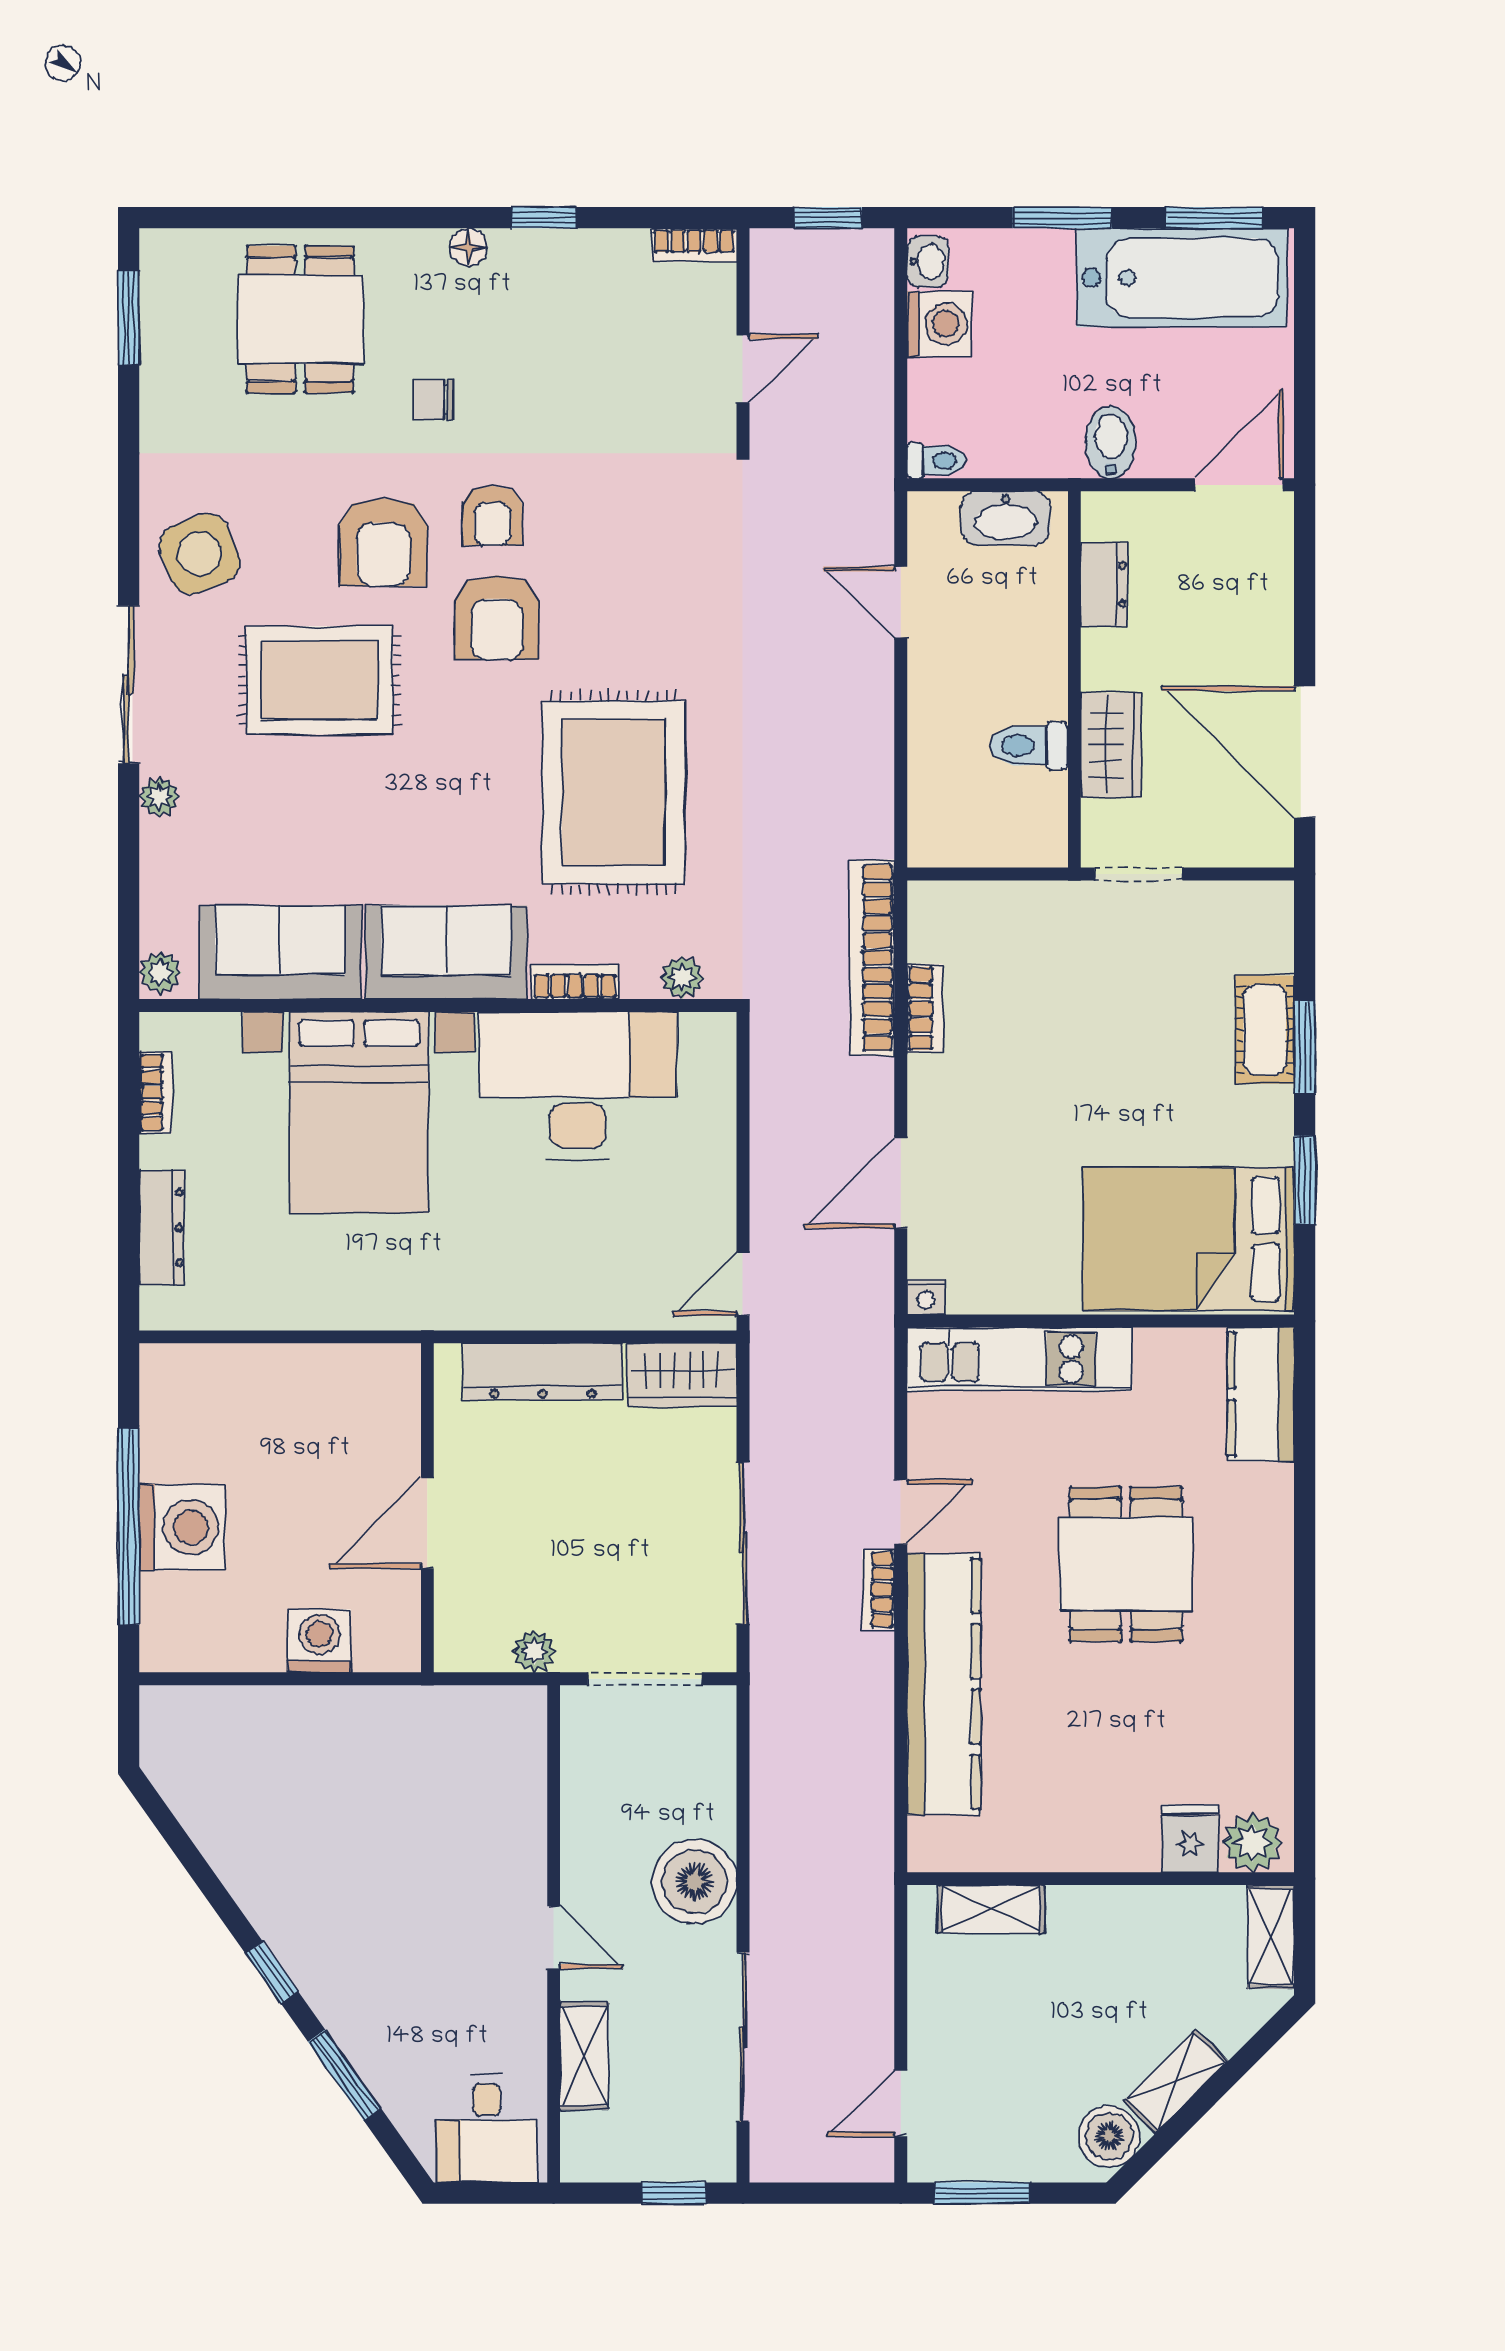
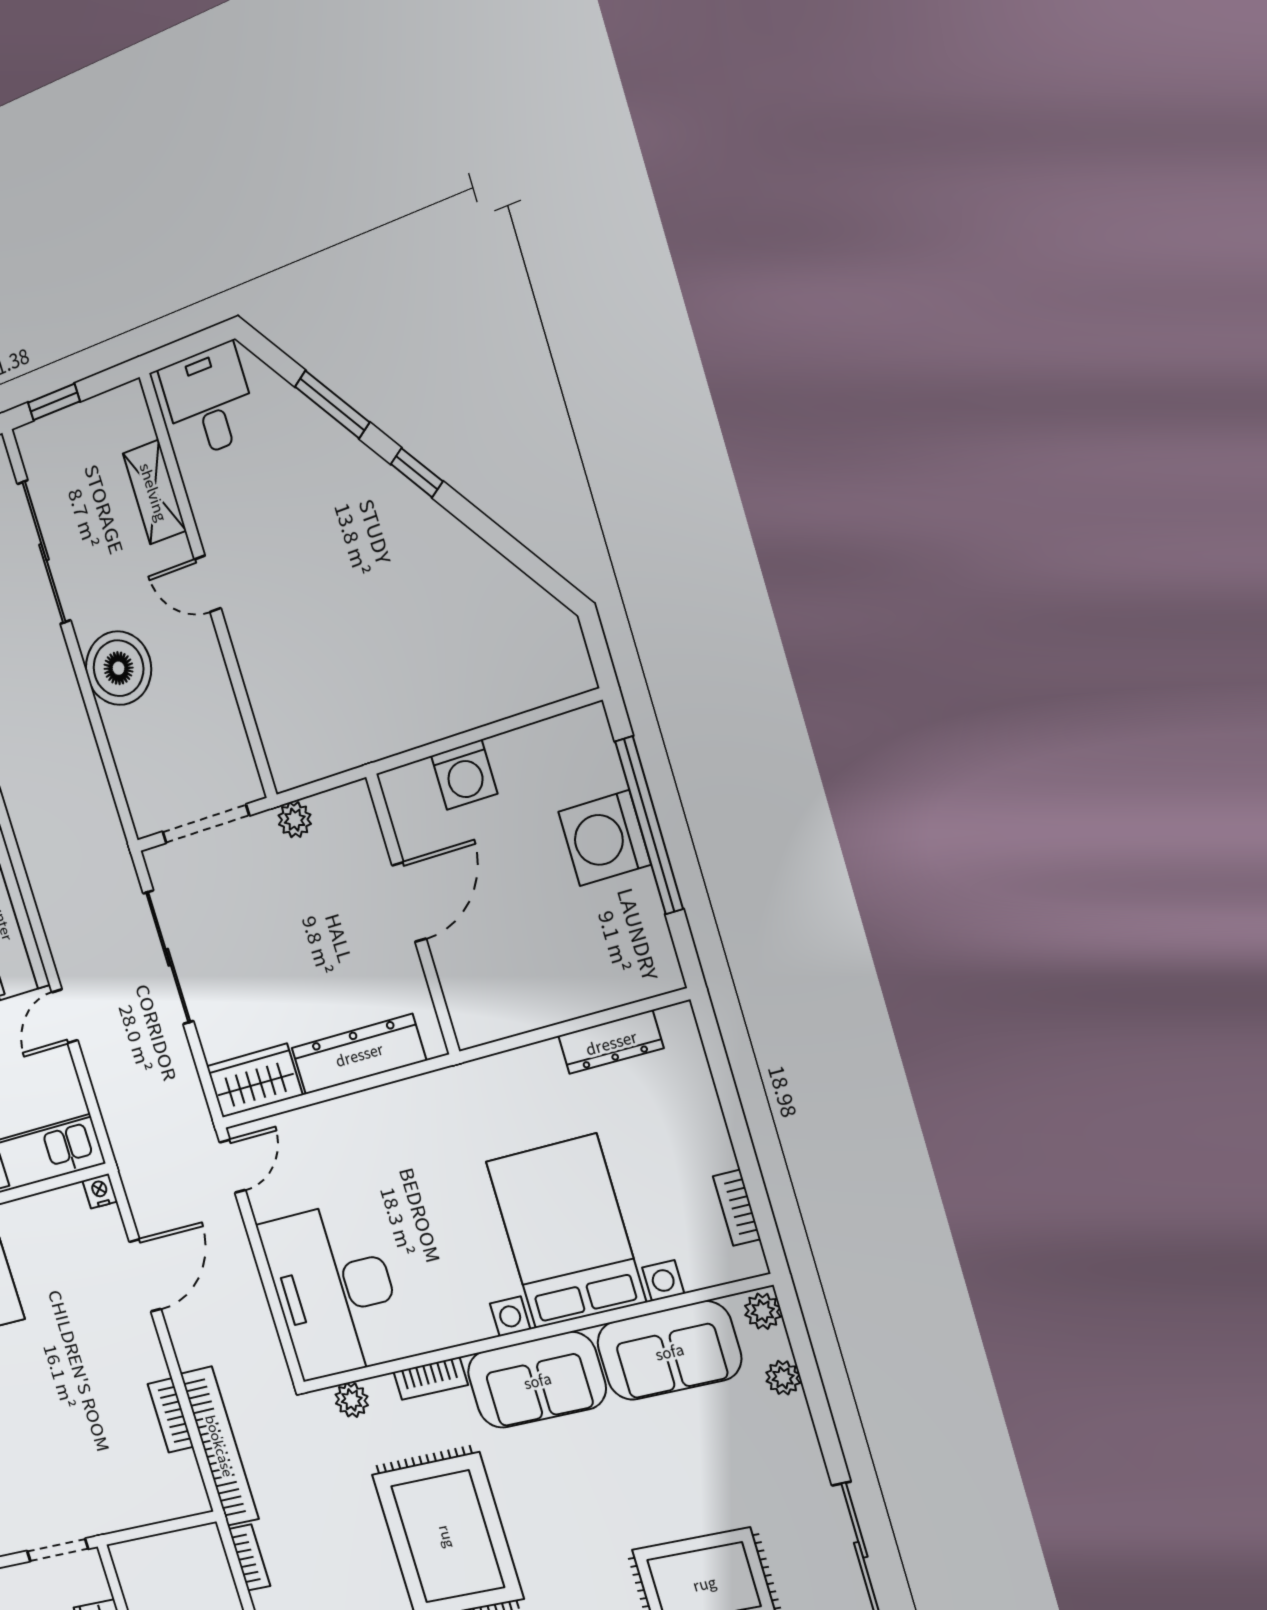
plant: (159, 797) -> (783, 1378), moved
desk: (578, 1086) -> (334, 1290), moved, turned 90
dresser: (162, 1228) -> (611, 1042), moved, turned -90
bookcase: (878, 1589) -> (249, 1558), moved

